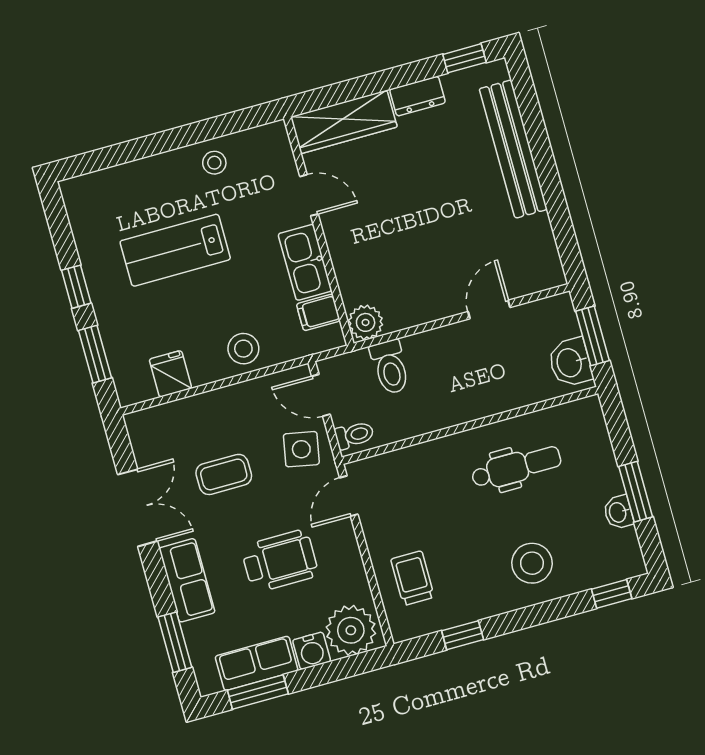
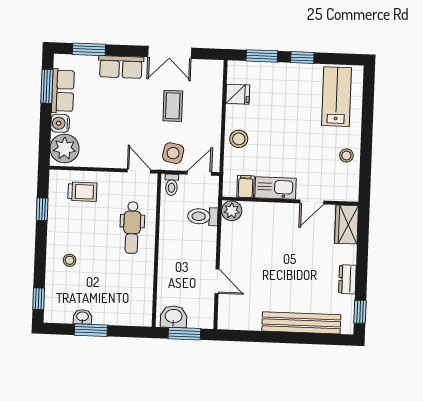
wardrobe: (344, 122) -> (346, 224), width x0.67
lab bench: (175, 250) -> (336, 97), moved
dental chair: (516, 467) -> (132, 228), moved
wheelchair: (280, 561) -> (115, 122), removed
stool: (532, 563) -> (70, 260), width x0.53, depth x0.53

